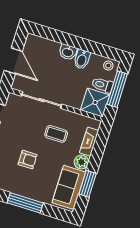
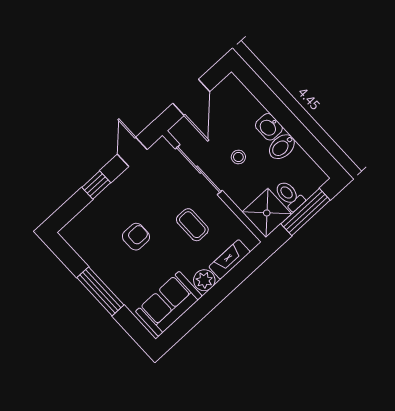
stool: (108, 66) -> (238, 157), moved
armchair: (28, 160) -> (136, 237), turned -90
window: (88, 184) -> (196, 313), removed

